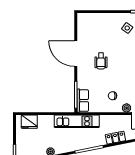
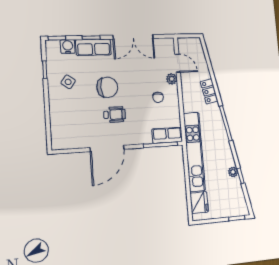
chair: (122, 57) -> (107, 87), added
kitchen unit: (77, 121) -> (194, 152), width x1.36

